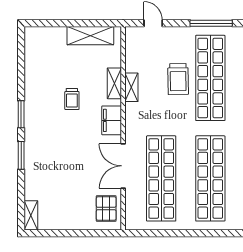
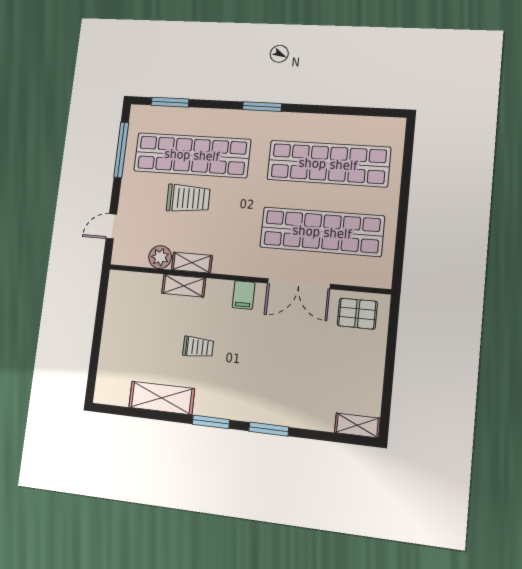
shelving: (90, 36) -> (162, 398), moved, turned 90
plant: (133, 63) -> (160, 257), added
filing cabinet: (112, 120) -> (244, 295), width x0.50

